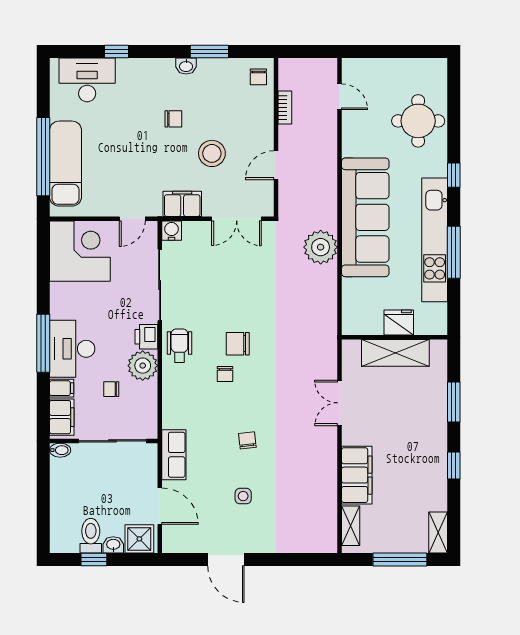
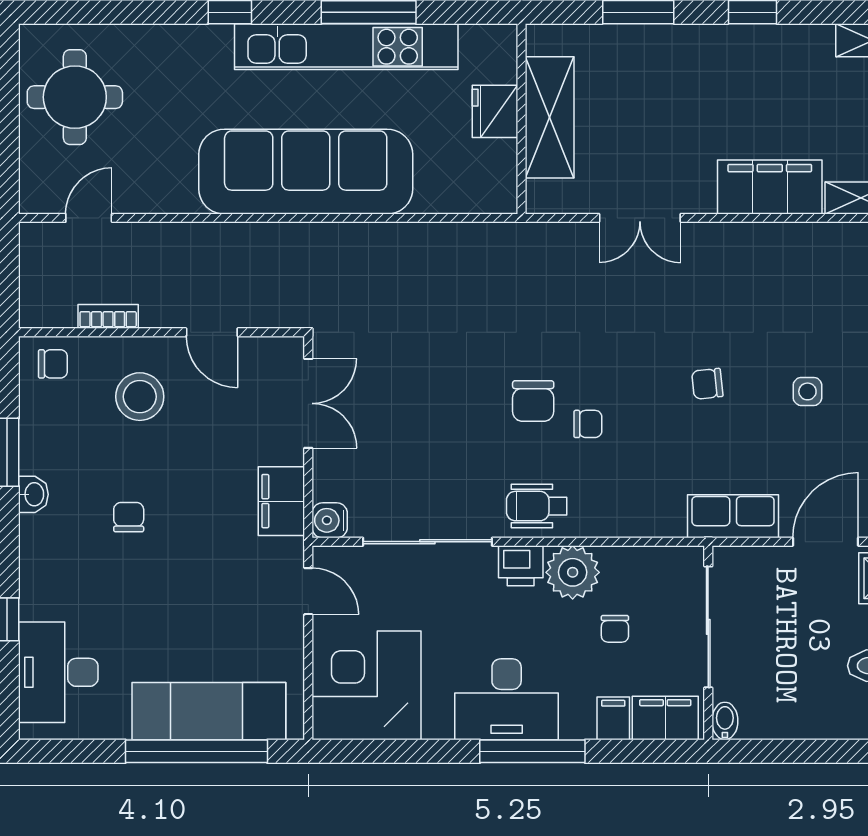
round table: (418, 121) -> (75, 97), moved
stool: (212, 153) -> (140, 397), moved
plant: (321, 247) -> (359, 252), removed
desk: (72, 349) -> (507, 699), moved

